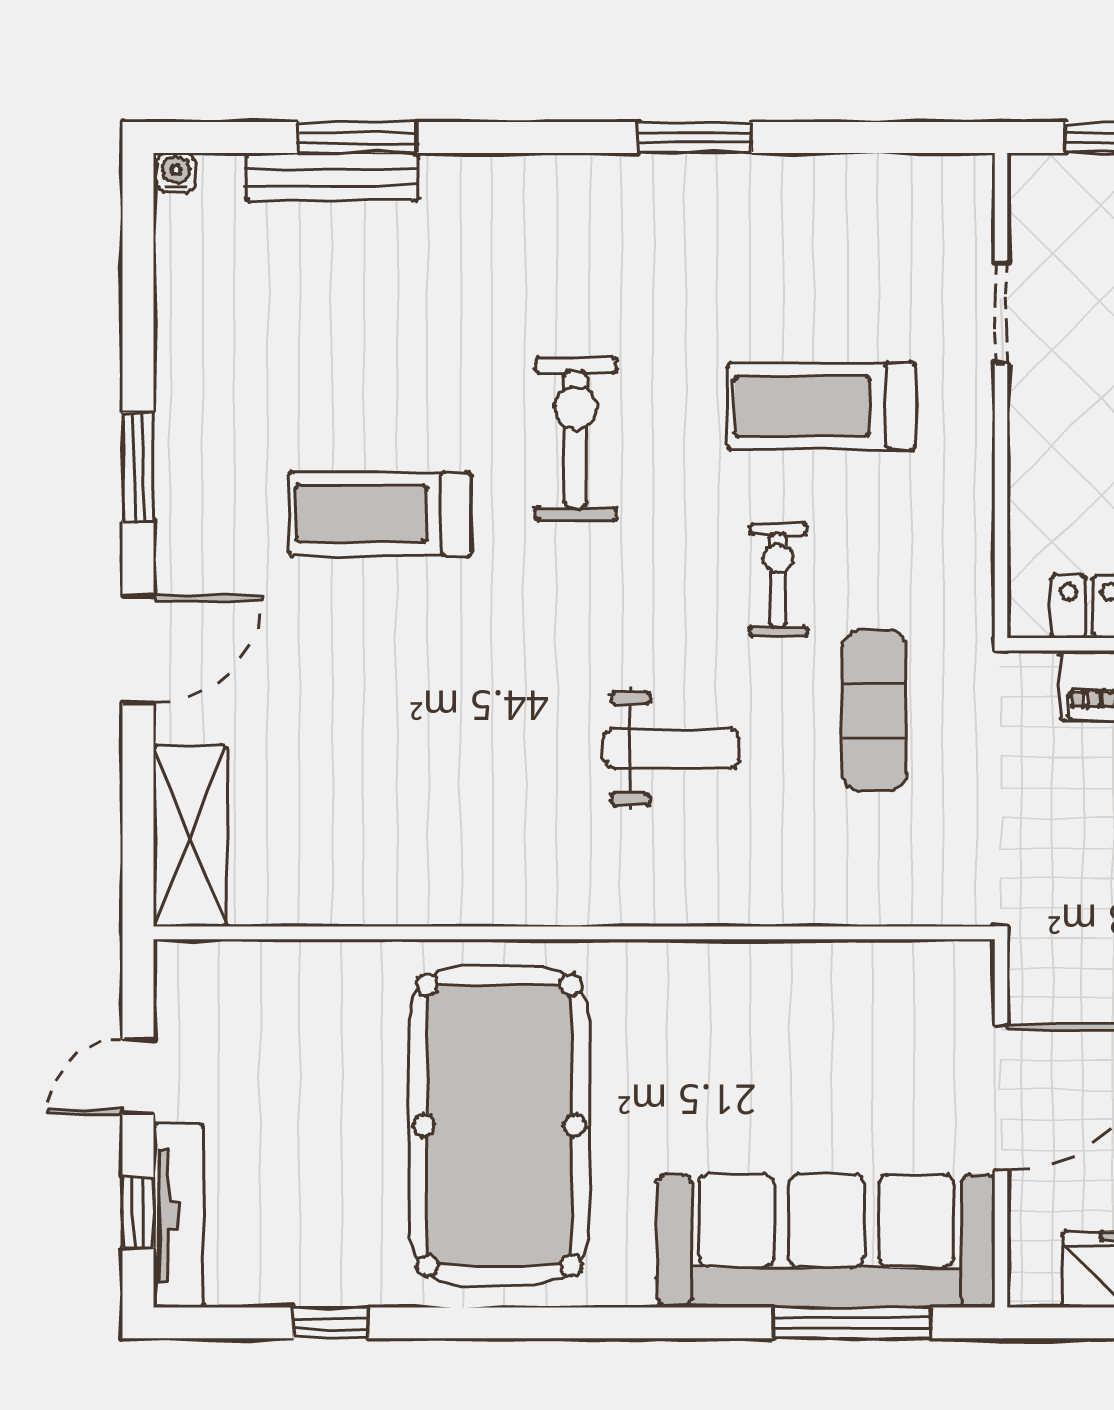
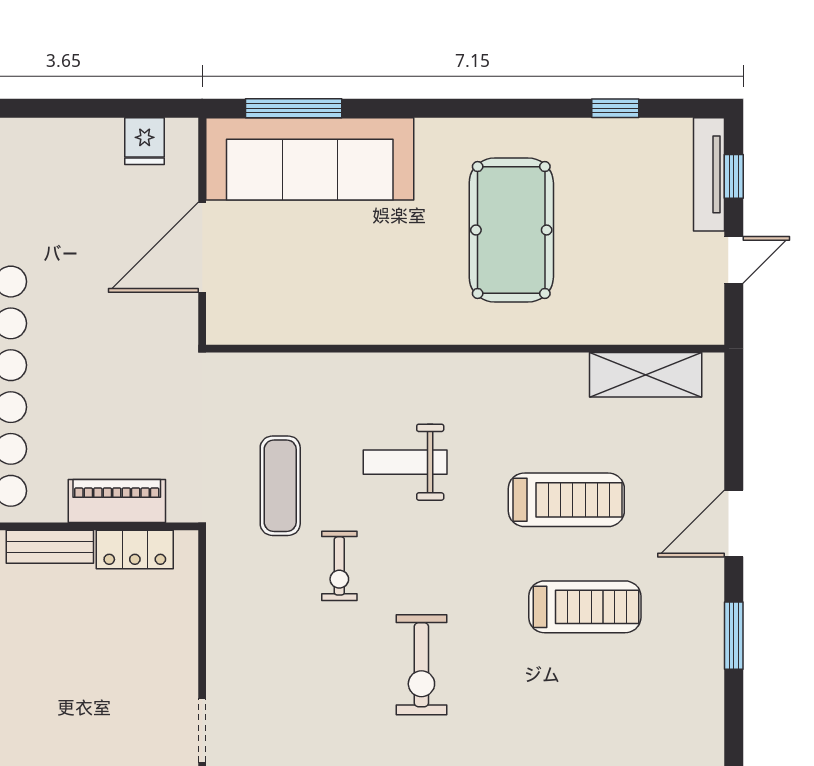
treadmill: (821, 406) -> (566, 500), moved
exercise bike: (576, 439) -> (421, 665), moved
shelving: (190, 836) -> (646, 375), moved, turned 90
pool table: (499, 1125) -> (511, 230), width x0.73, depth x0.76

